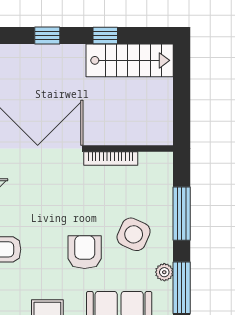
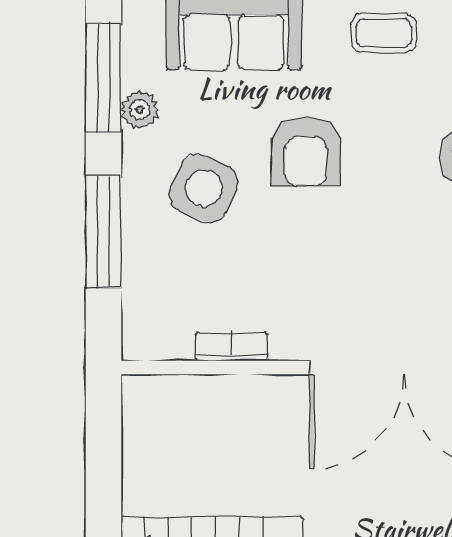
bookcase: (111, 159) -> (231, 347), width x0.64

